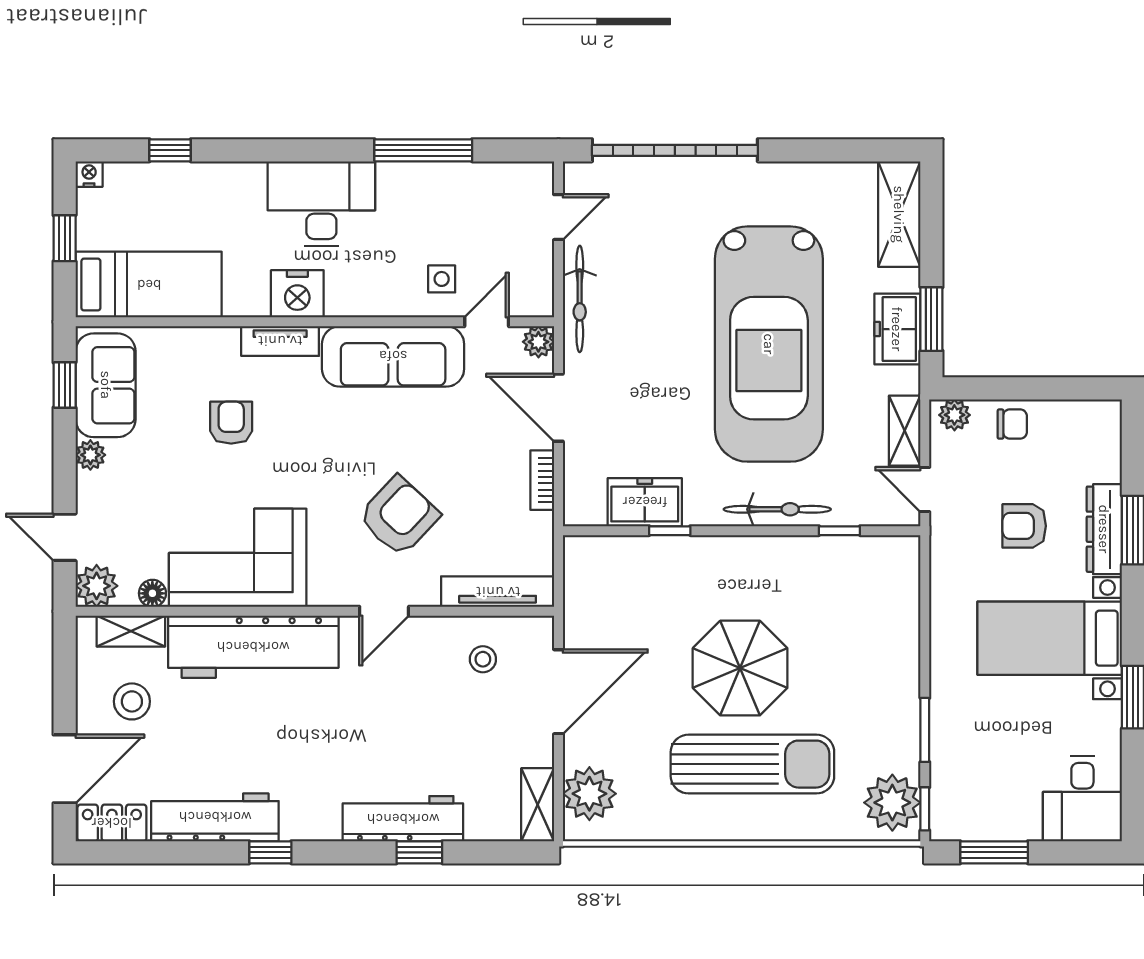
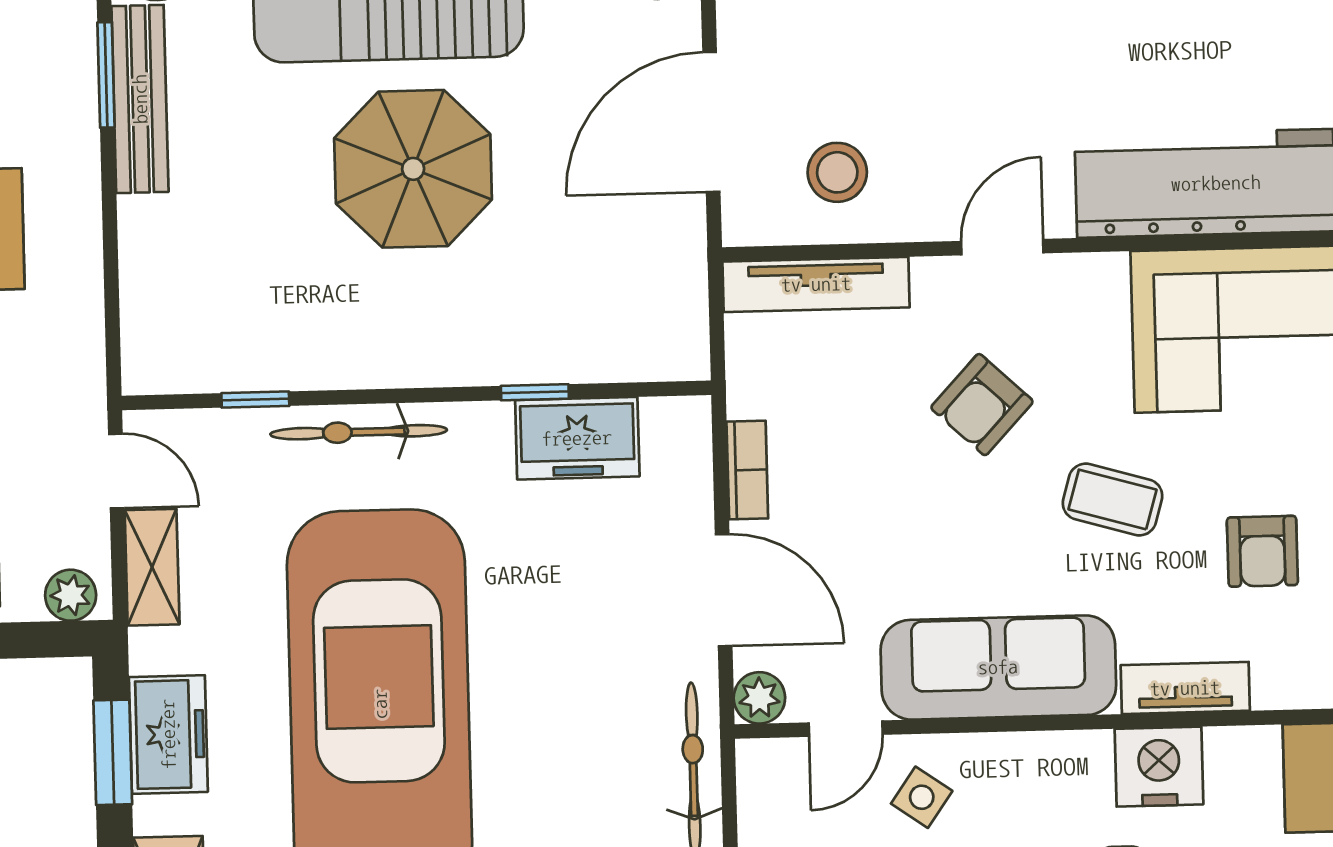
side table: (442, 279) -> (922, 797), turned 35
coffee table: (321, 456) -> (1112, 500), added
armchair: (399, 516) -> (982, 405), width x0.72, depth x0.72
stool: (483, 659) -> (837, 172), width x1.37, depth x1.37
bench: (905, 715) -> (140, 99), added

